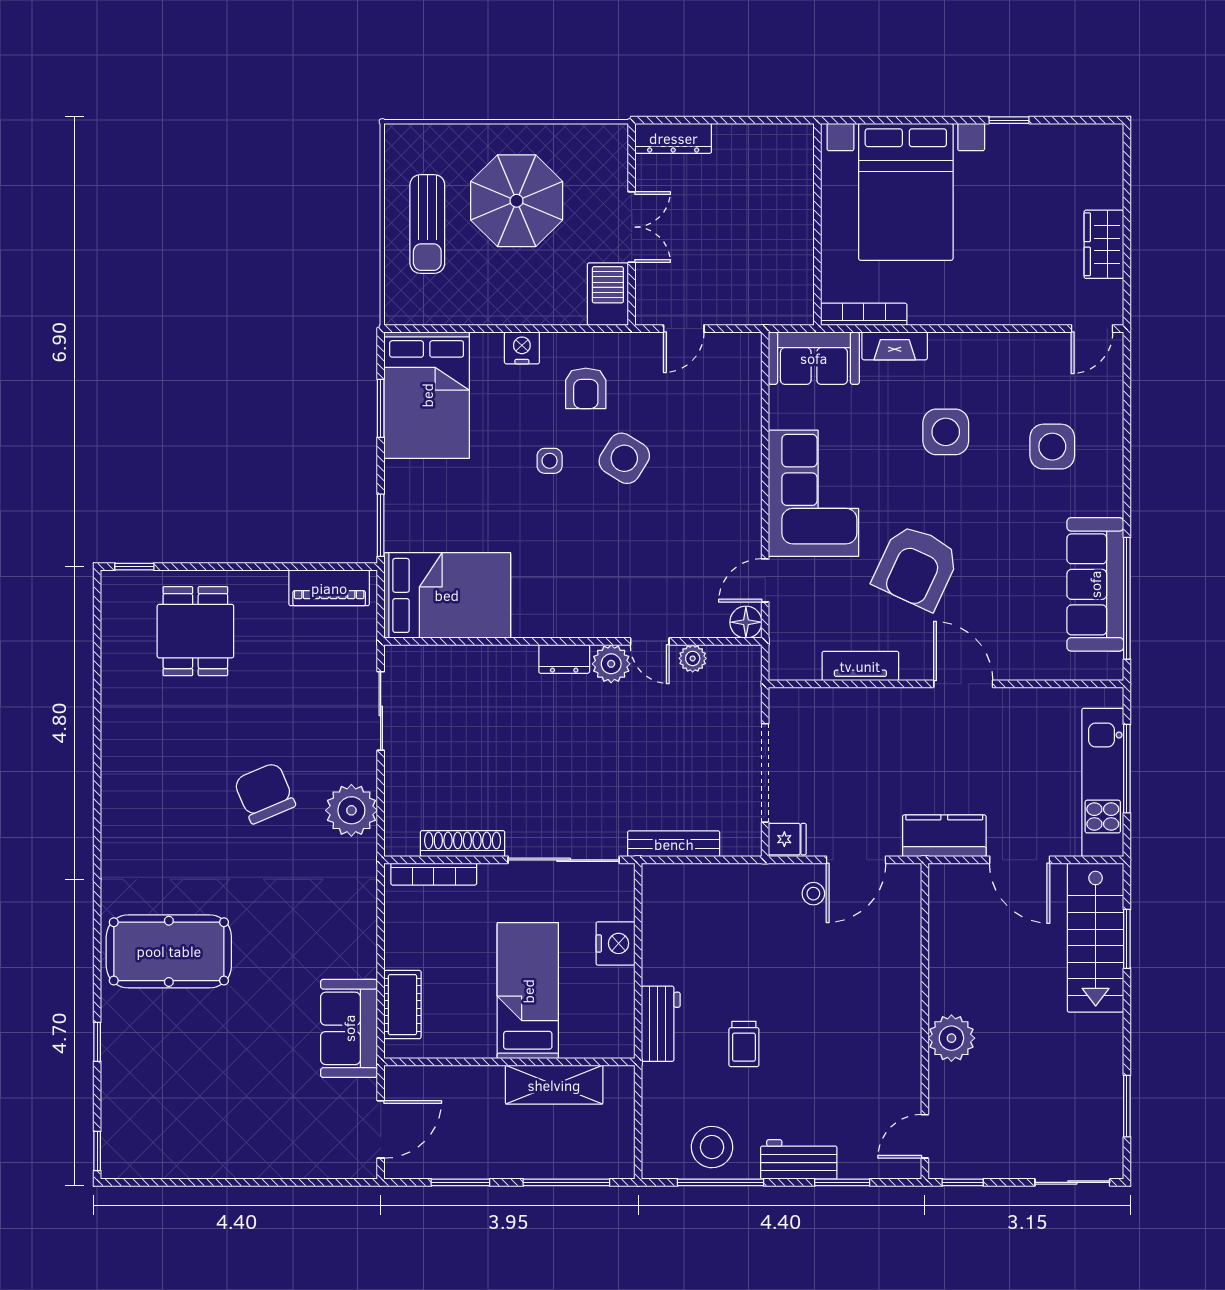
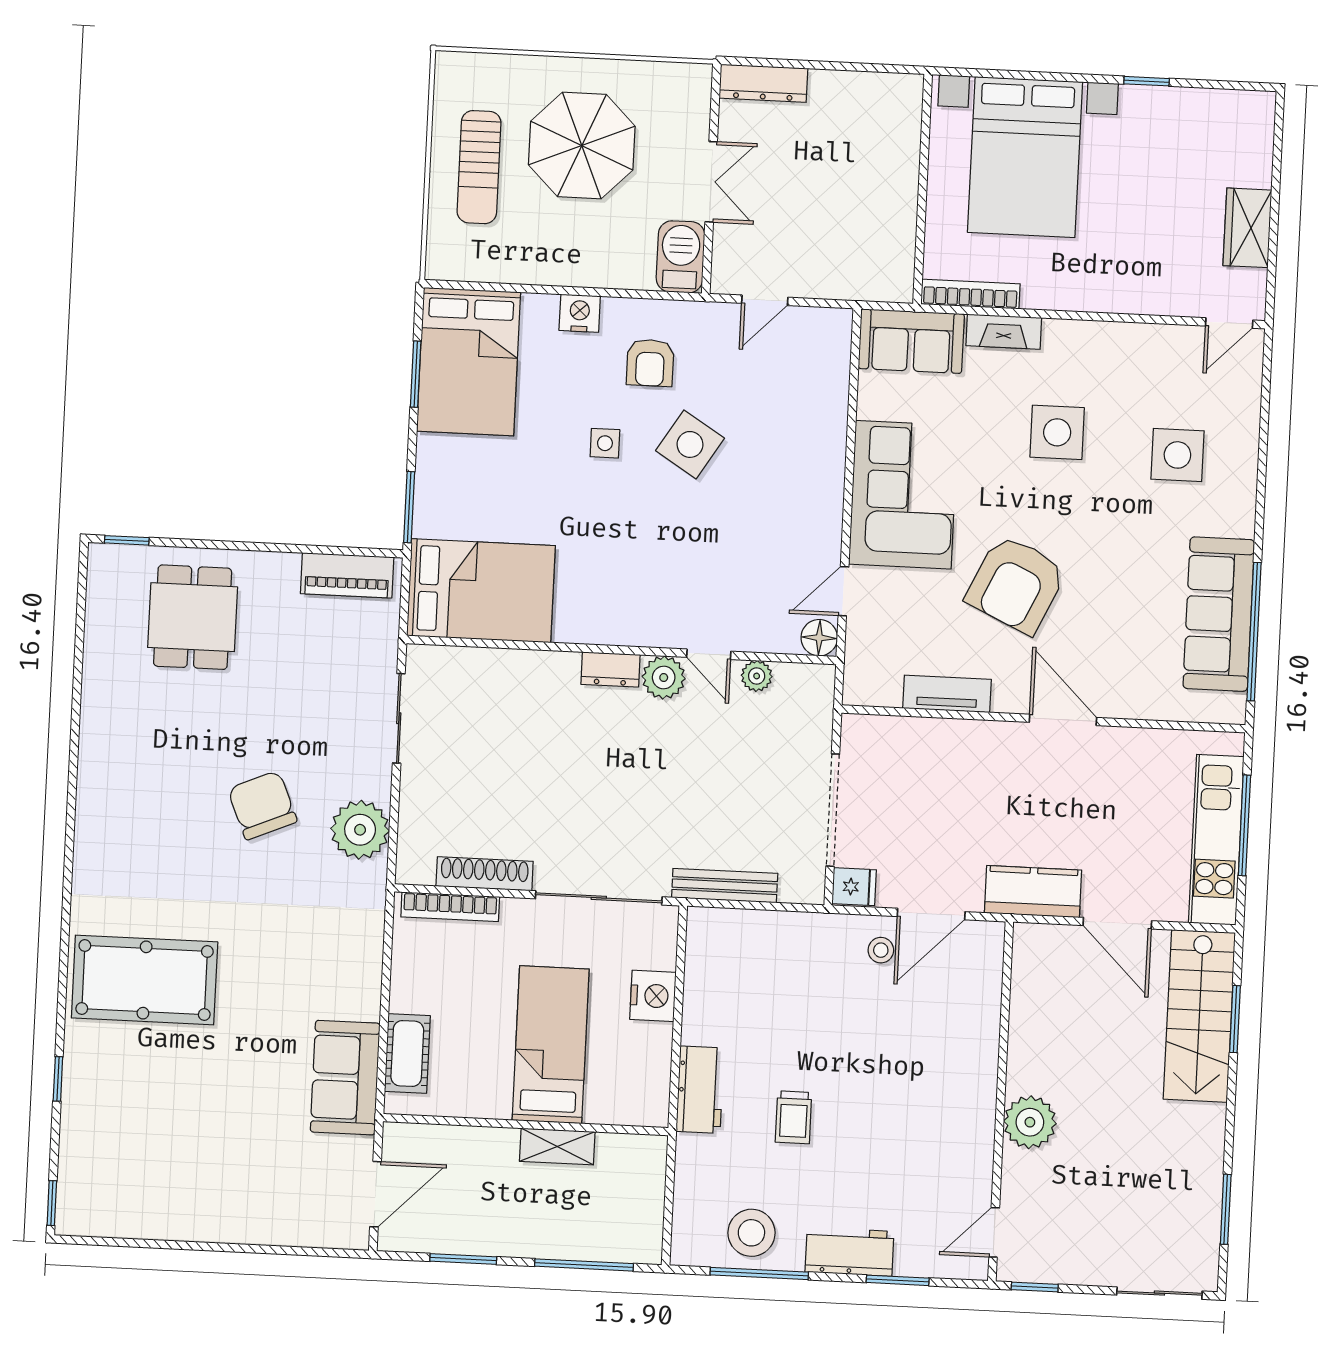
shelving: (554, 1085) -> (557, 1147), width x0.67, depth x0.75

